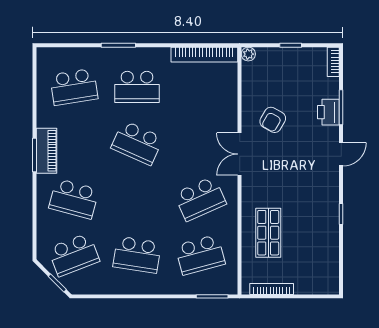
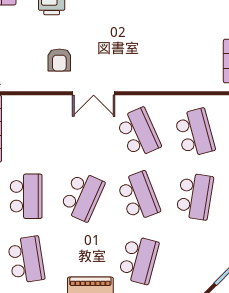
armchair: (273, 120) -> (59, 60), turned 60
shop shelf: (268, 233) -> (173, 65), removed
school desk: (74, 255) -> (139, 196), moved

